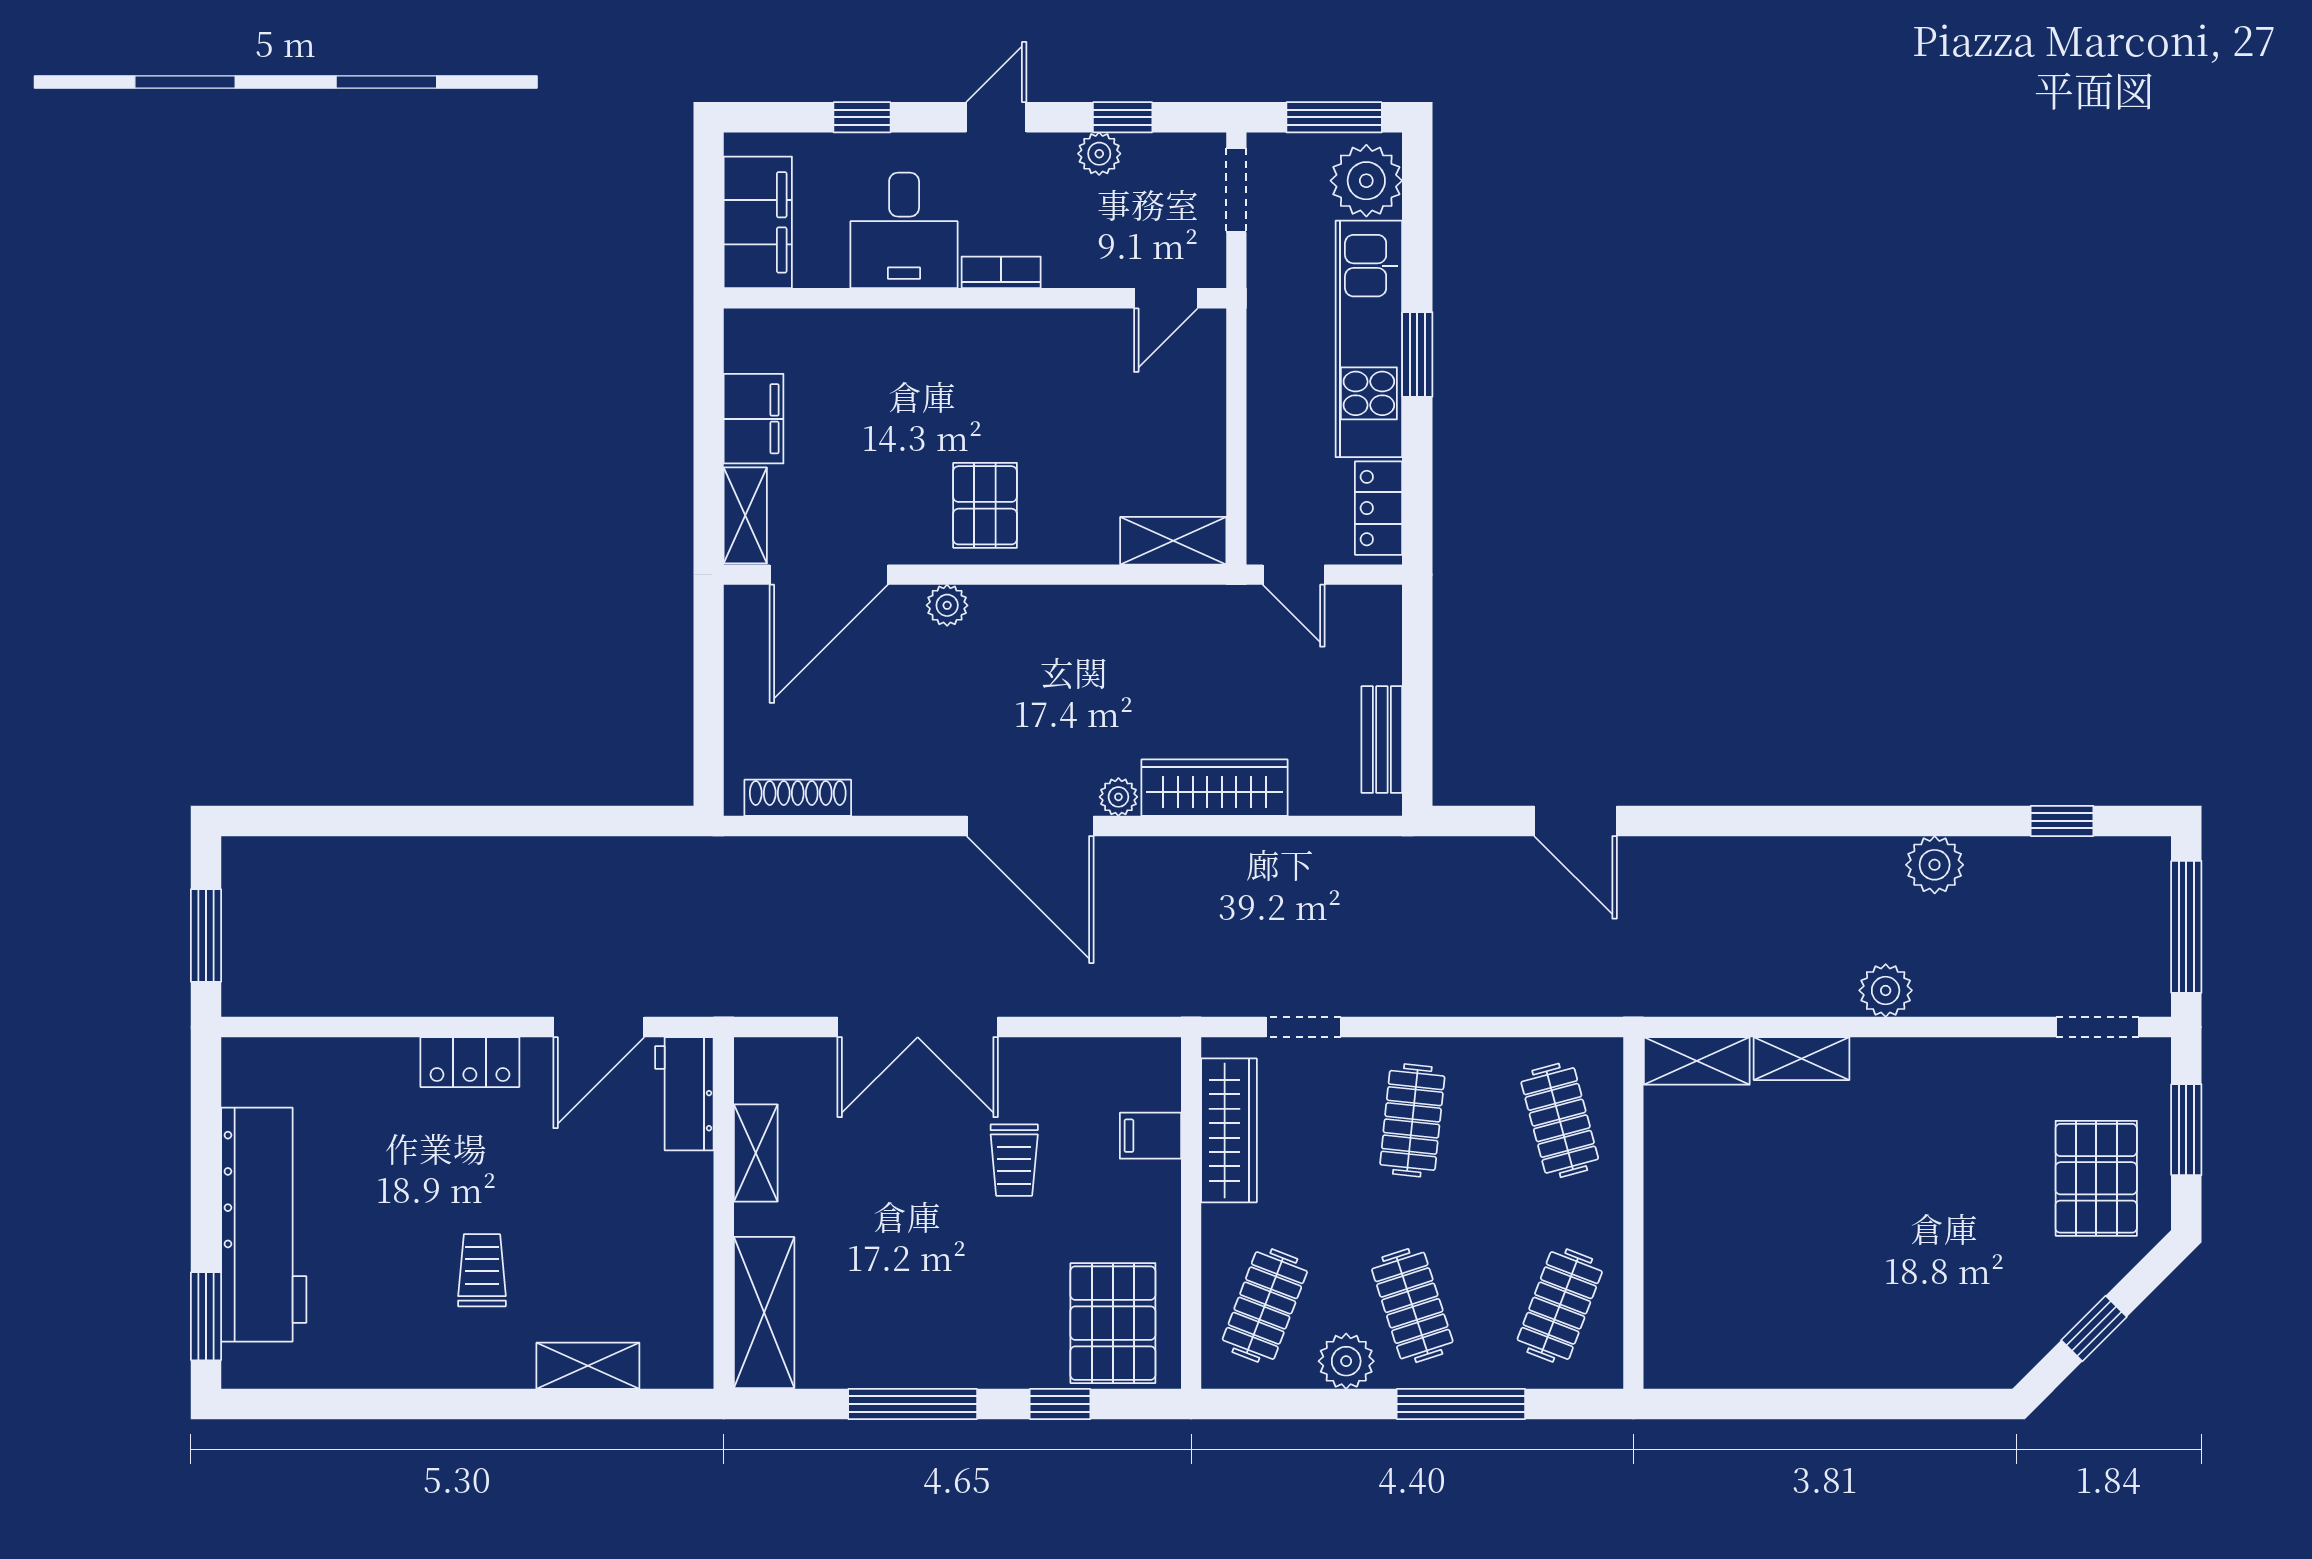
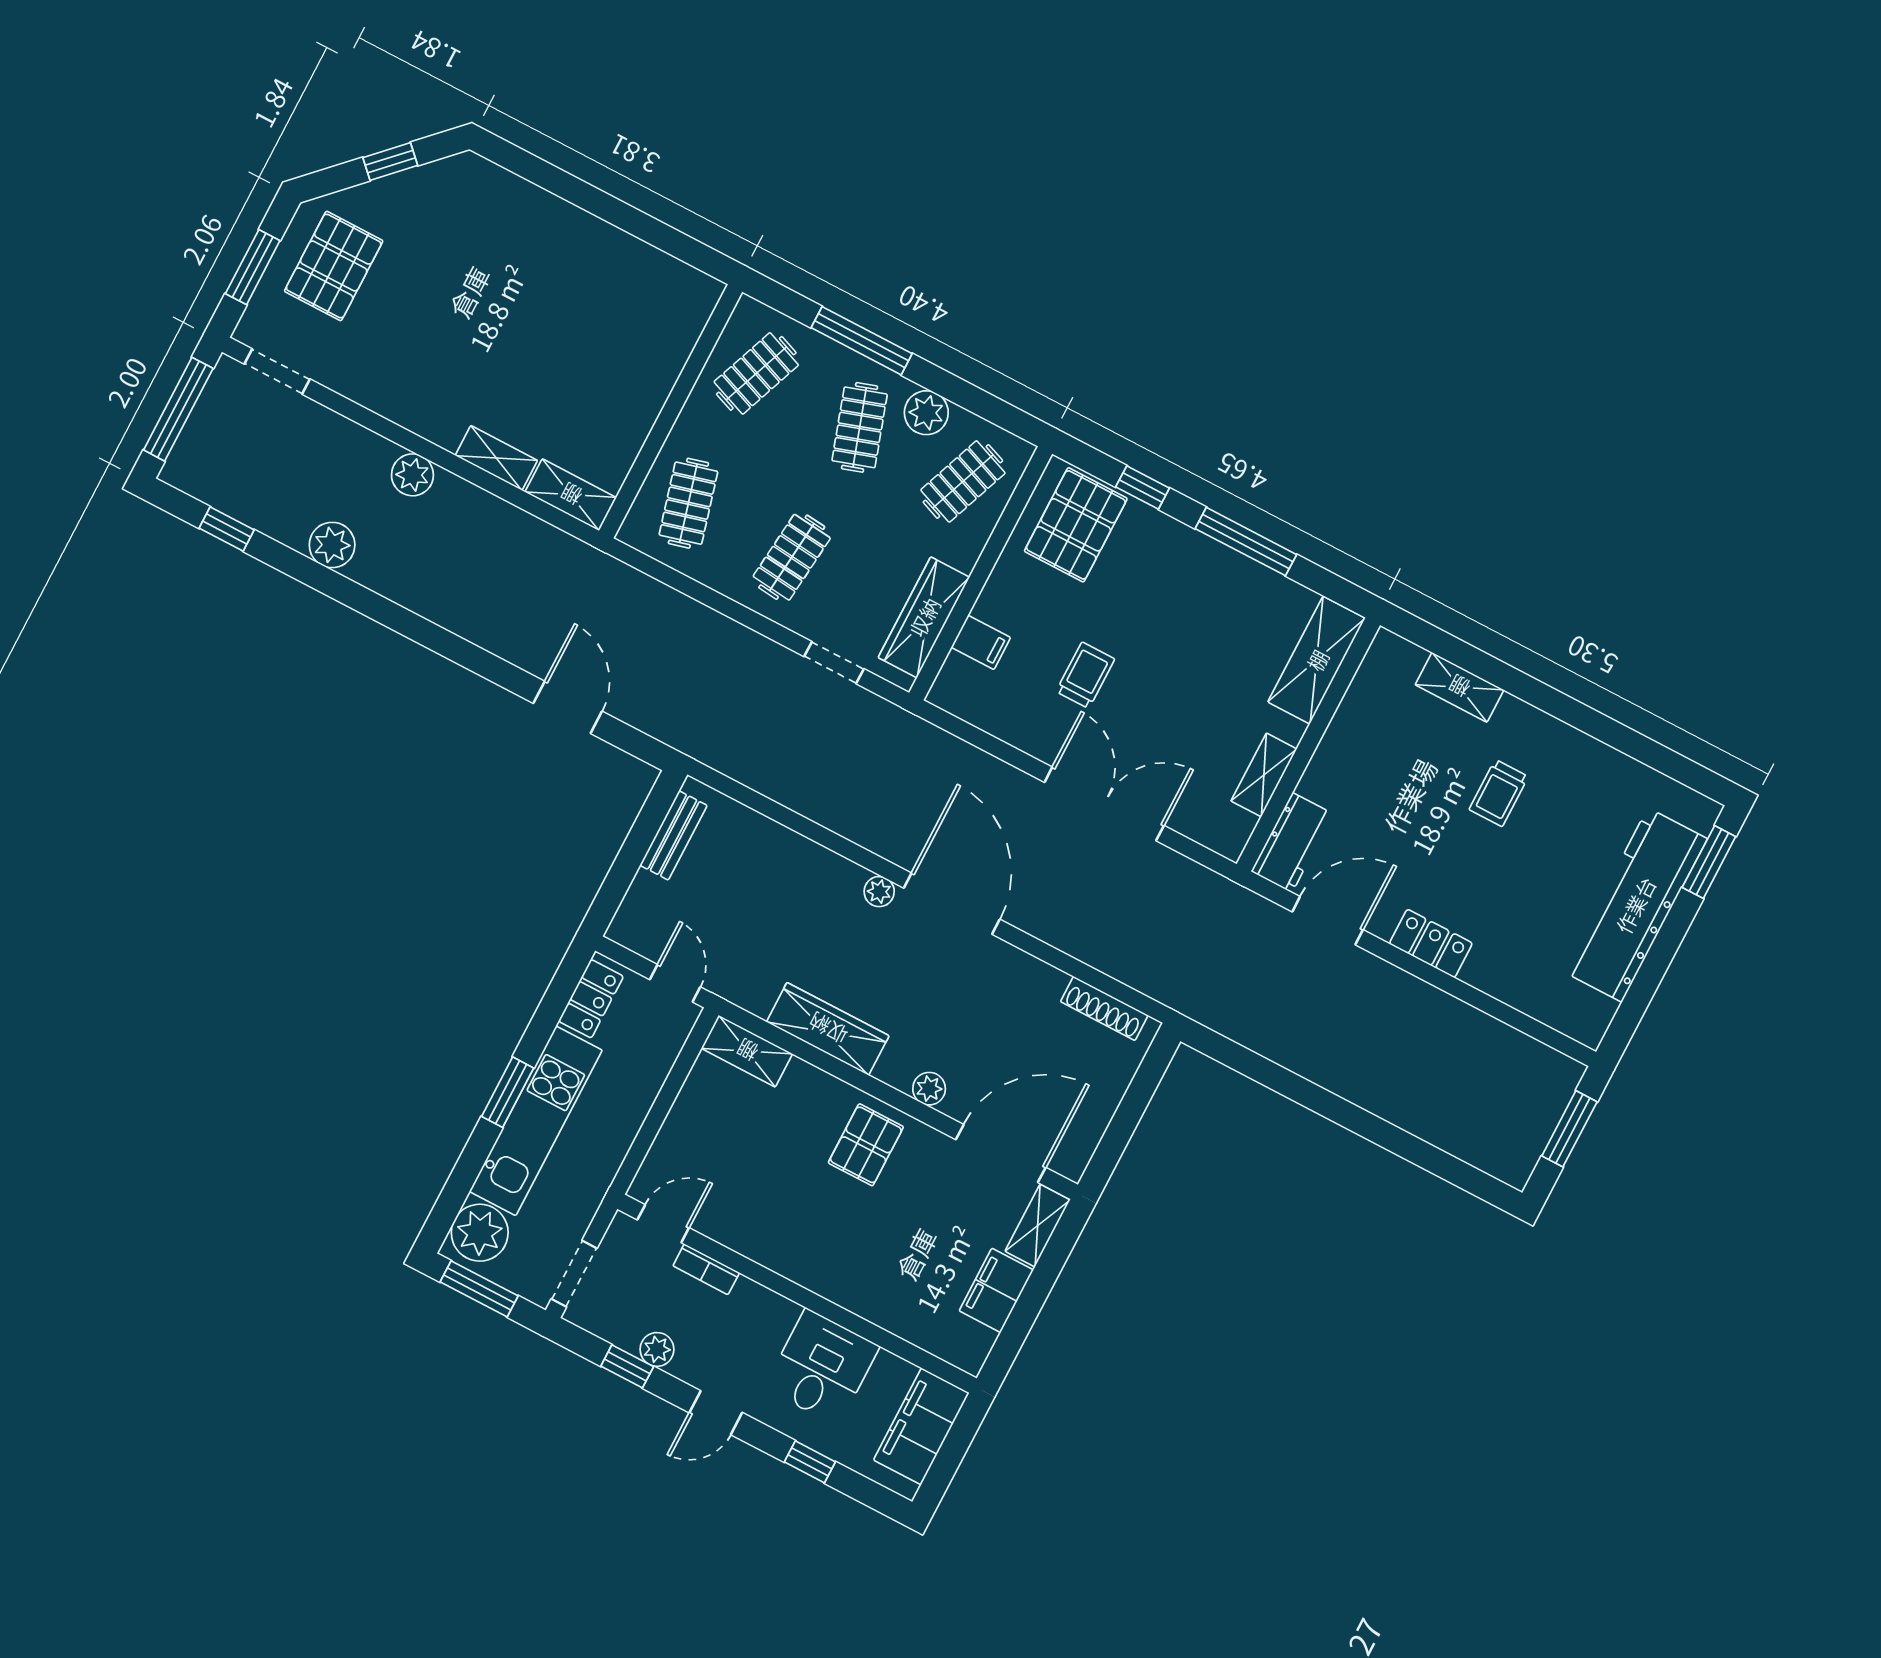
bookcase: (1001, 272) -> (706, 1269), moved
wardrobe: (1215, 788) -> (828, 1029), moved, turned 180

